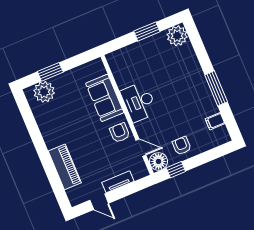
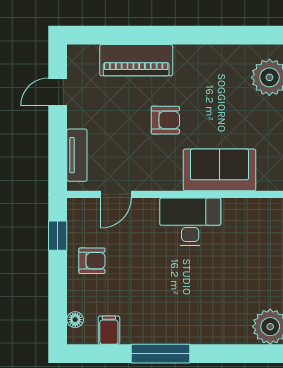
armchair: (120, 133) -> (165, 120), moved
floor lamp: (158, 161) -> (75, 320), moved, width x0.53, depth x0.53
tv unit: (118, 182) -> (77, 155), moved

